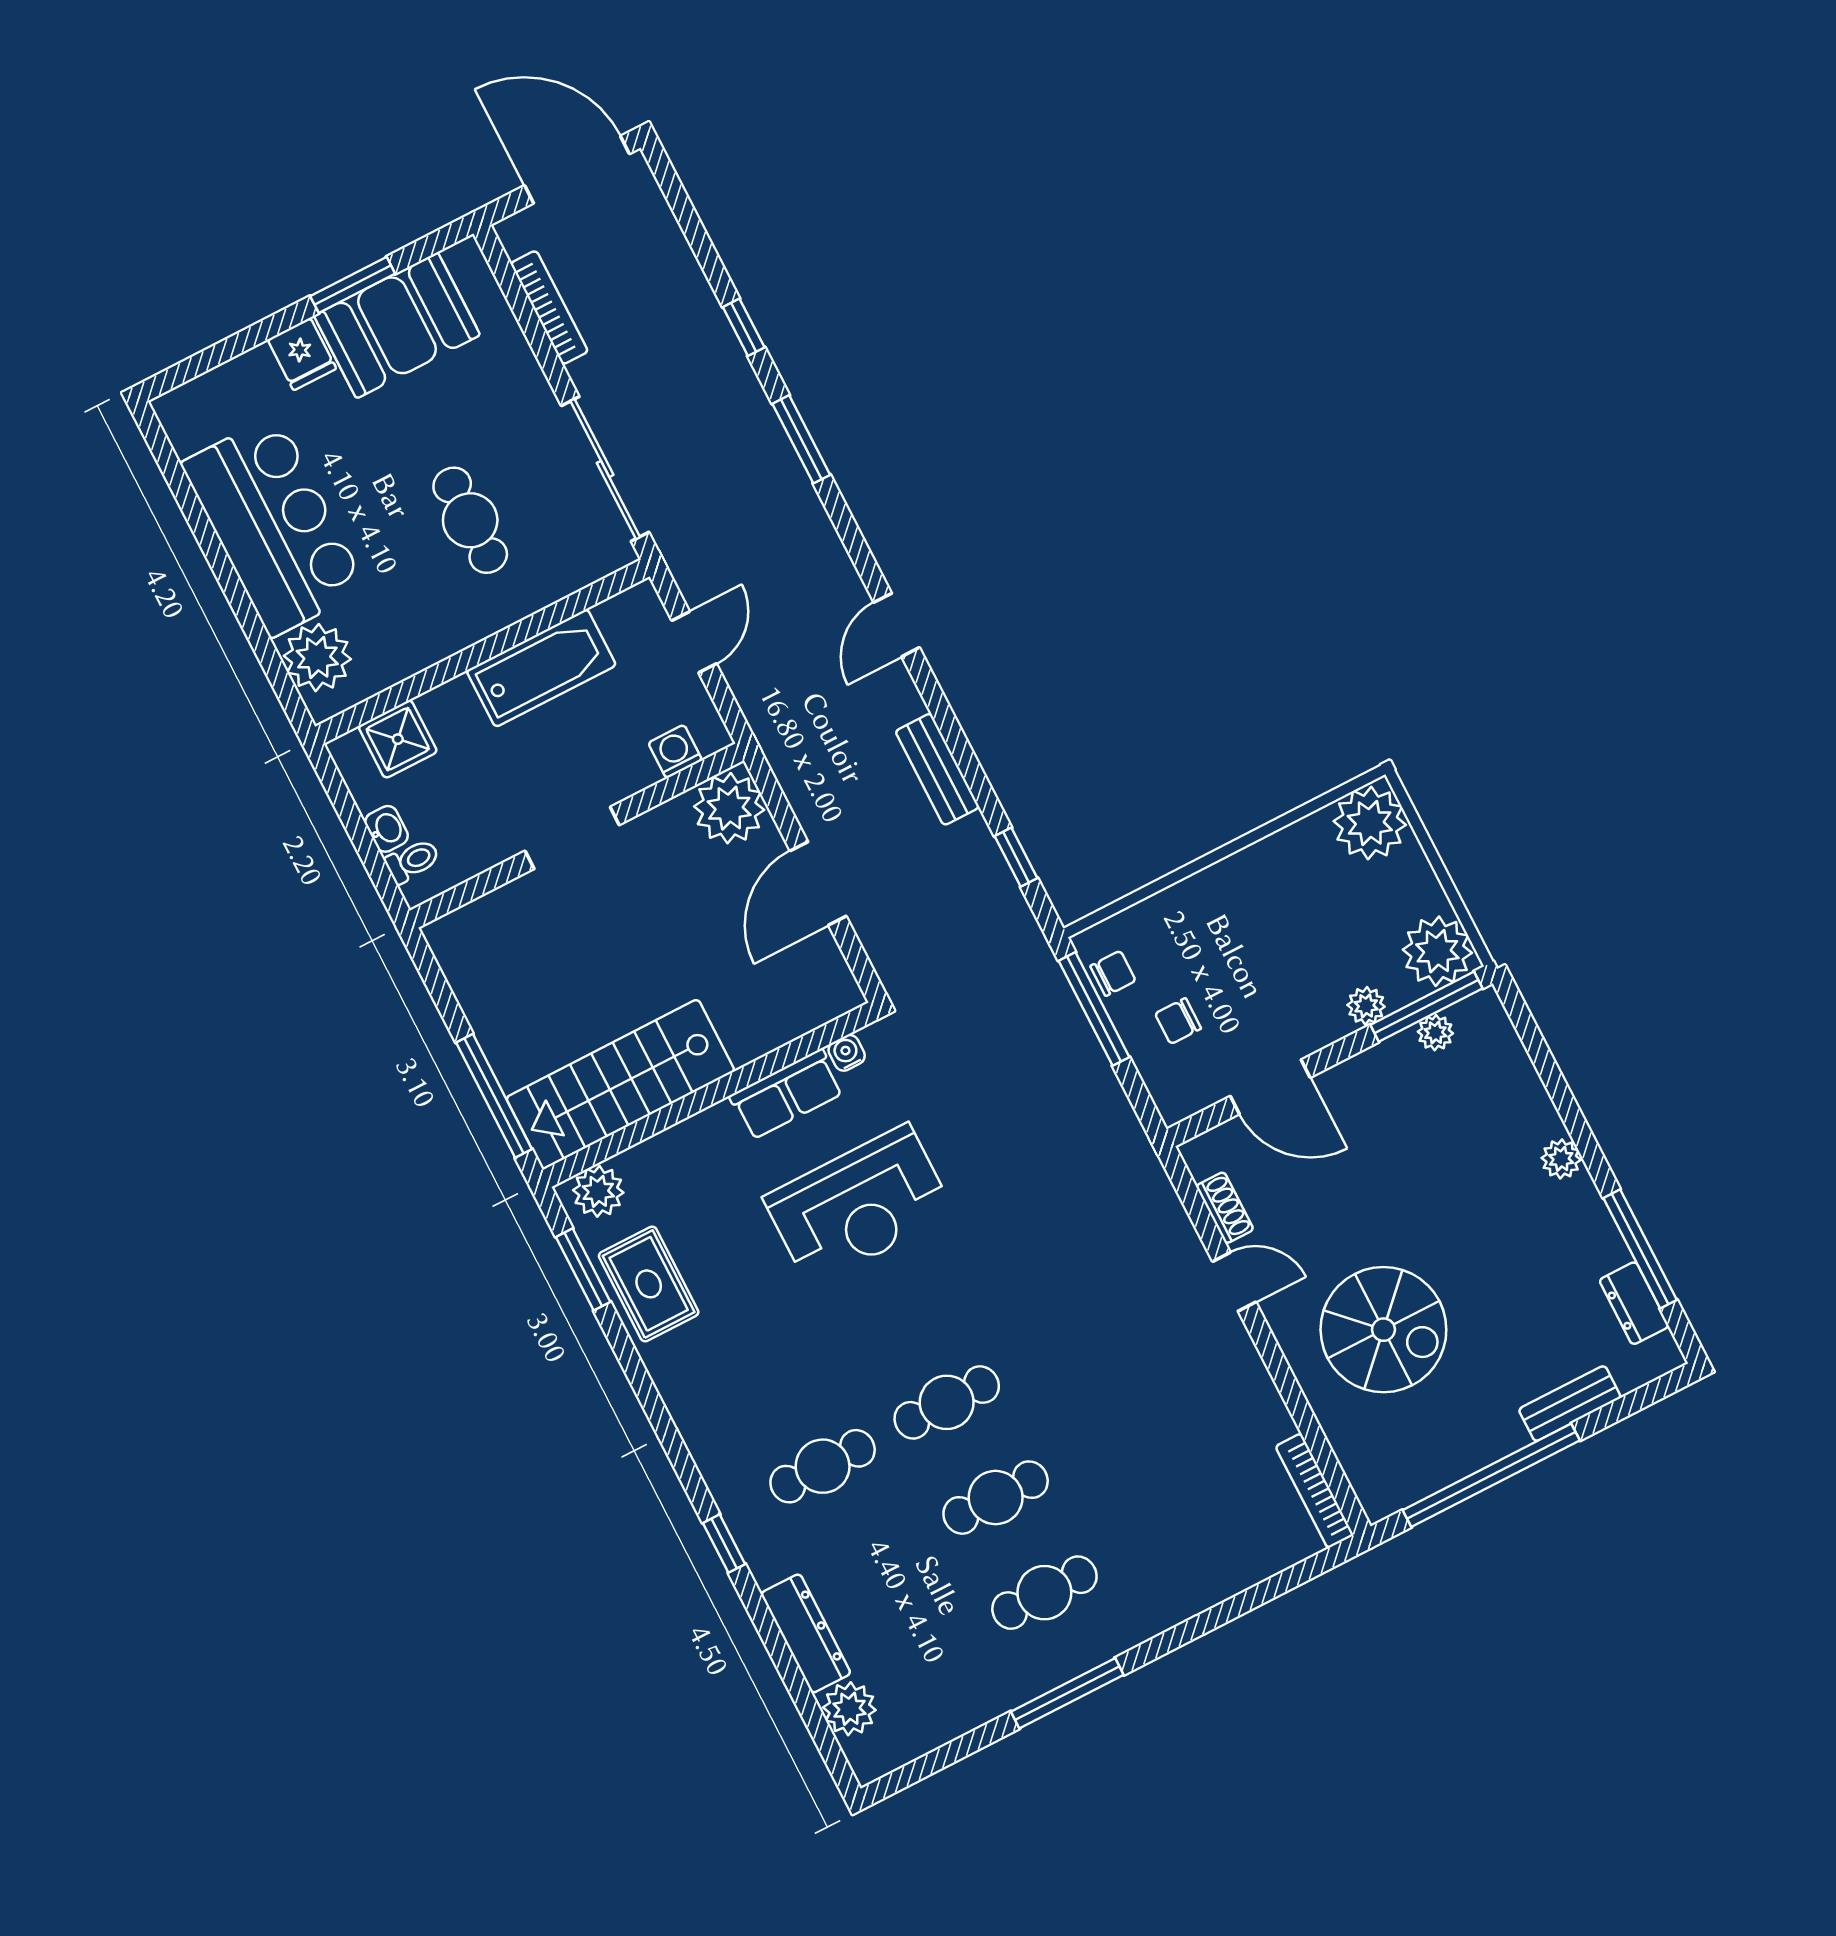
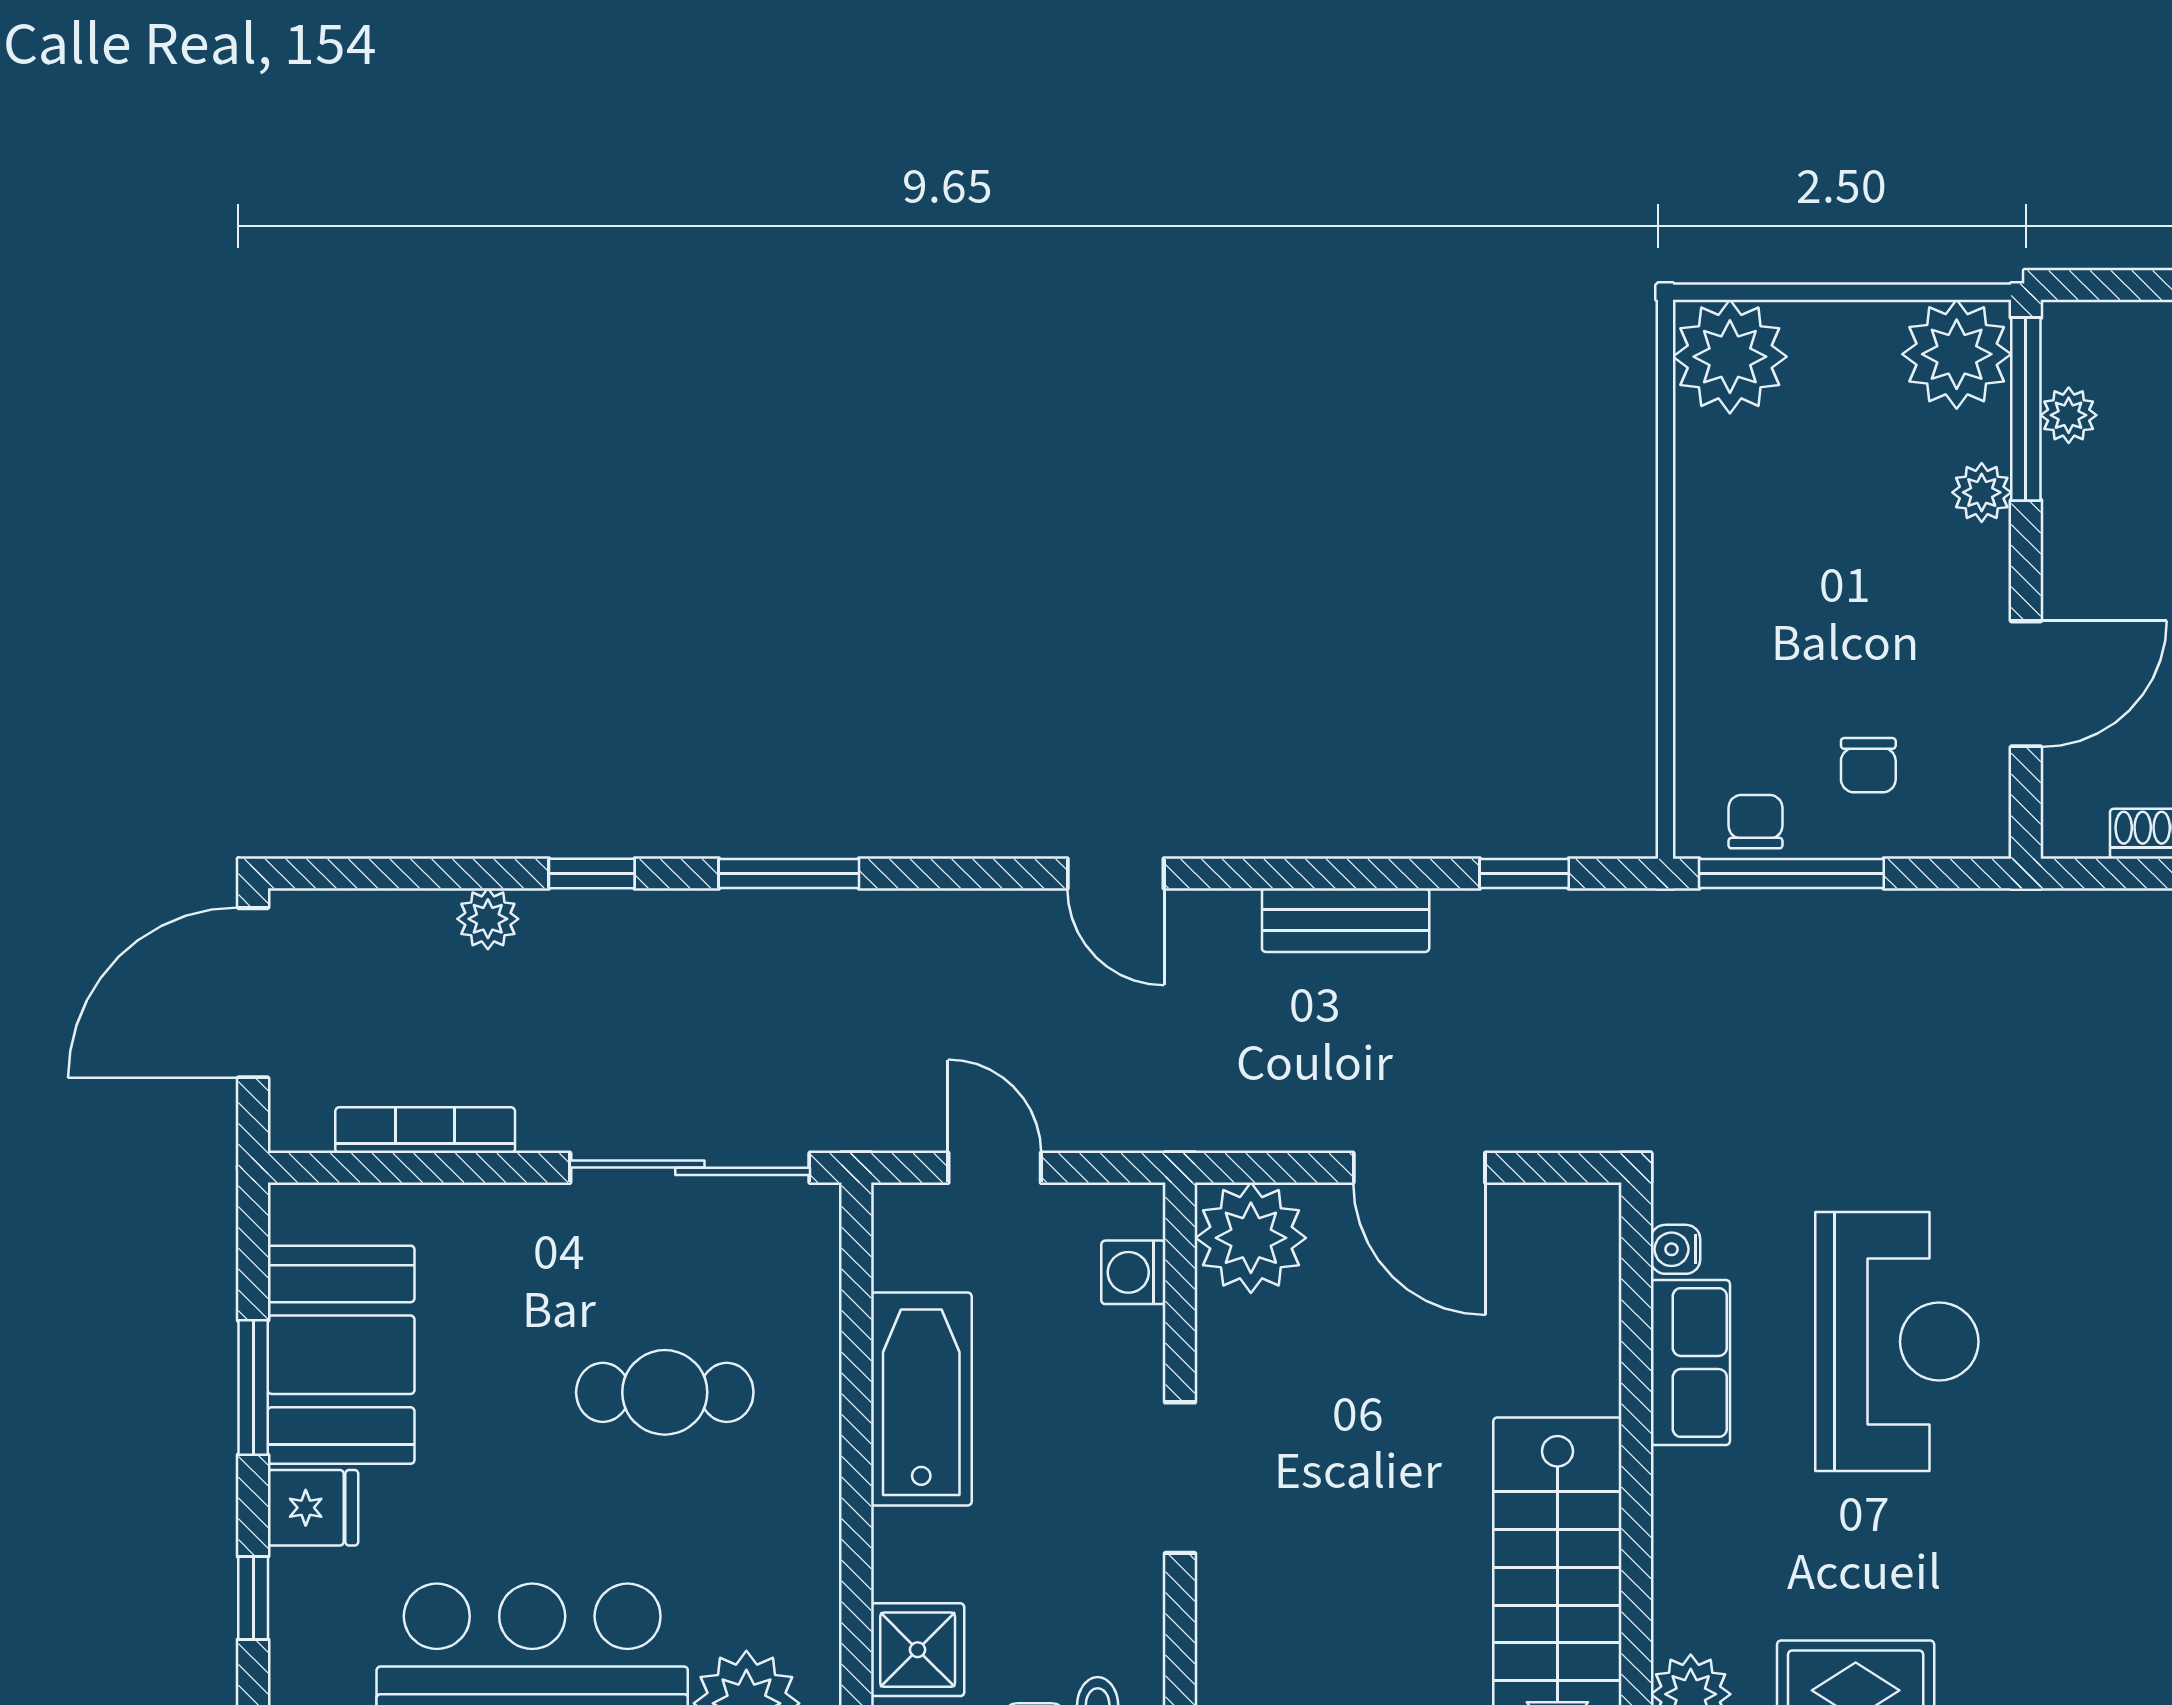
plant: (688, 281) -> (488, 919), added
window: (233, 346) -> (253, 1598), added

